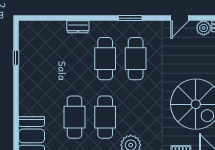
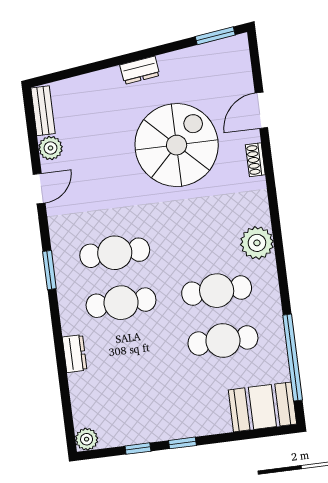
door: (180, 18) -> (39, 189), hinge flipped
plant: (25, 28) -> (87, 439), added
window: (16, 85) -> (182, 443), added

